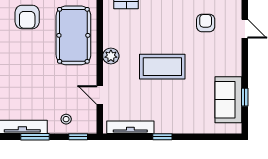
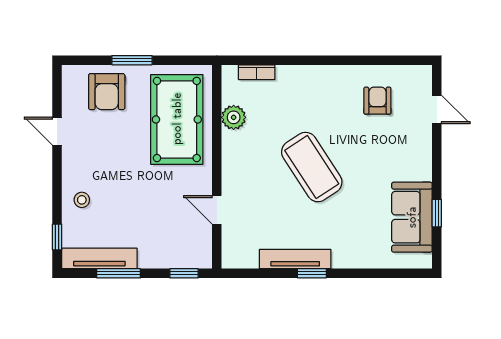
plant: (111, 56) -> (234, 117), moved
coffee table: (162, 67) -> (312, 167), turned 57
stool: (66, 119) -> (82, 200), moved
tv unit: (130, 127) -> (295, 259), moved

